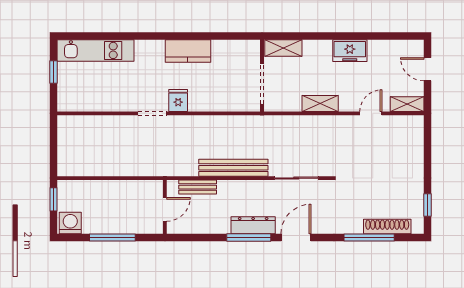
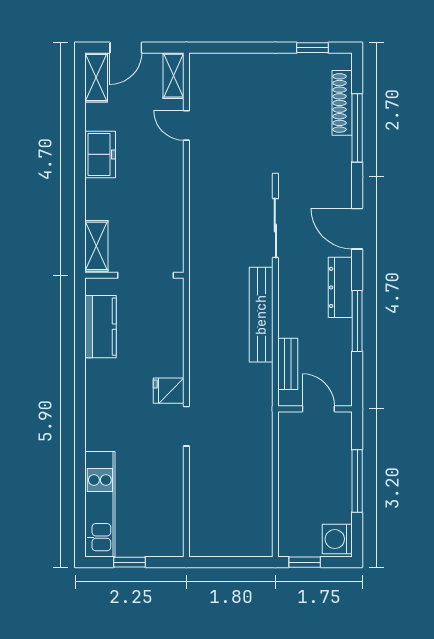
kitchen counter: (188, 51) -> (101, 327), moved
shelving: (320, 103) -> (96, 77), moved
window: (249, 237) -> (357, 321), moved

